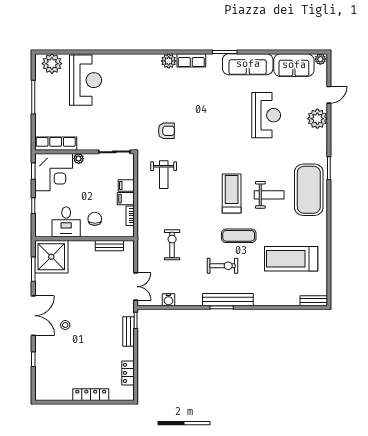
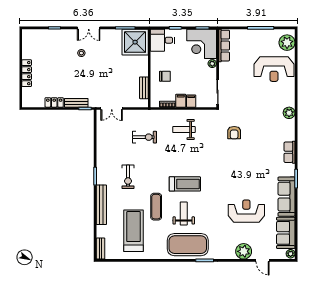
plant: (169, 61) -> (289, 113), moved
reception desk: (266, 115) -> (246, 211), turned 180
weight bench: (164, 175) -> (184, 130), moved
weight bench: (269, 195) -> (184, 213), turned 180
desk: (66, 222) -> (162, 40), moved
exercise mat: (239, 236) -> (156, 207), moved
water cooler: (168, 300) -> (101, 134), removed
bench: (228, 300) -> (101, 205), moved
double door: (33, 316) -> (89, 28), width x0.73
locker: (128, 373) -> (54, 102), moved

